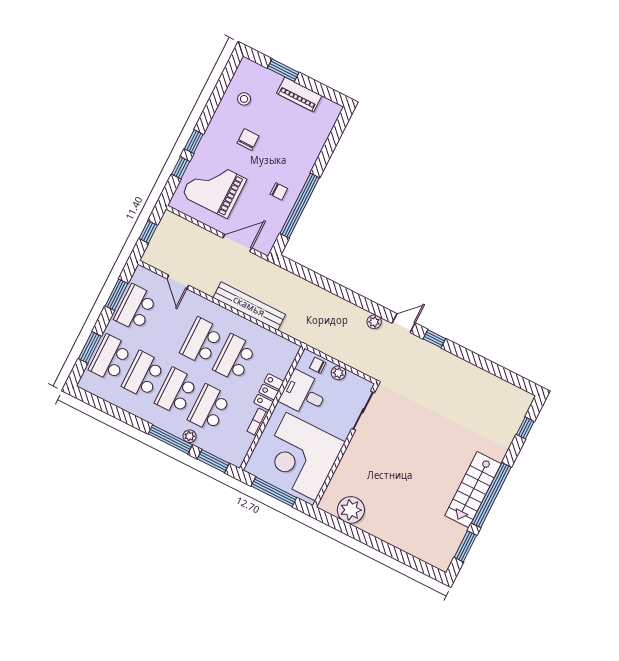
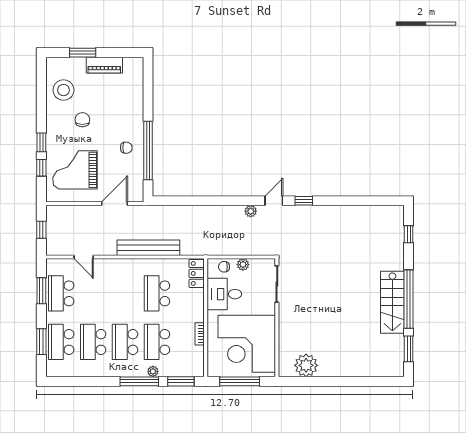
stool: (244, 99) -> (64, 90), width x1.89, depth x1.89
school desk: (201, 341) -> (125, 293), removed
locker: (269, 392) -> (197, 273), moved

